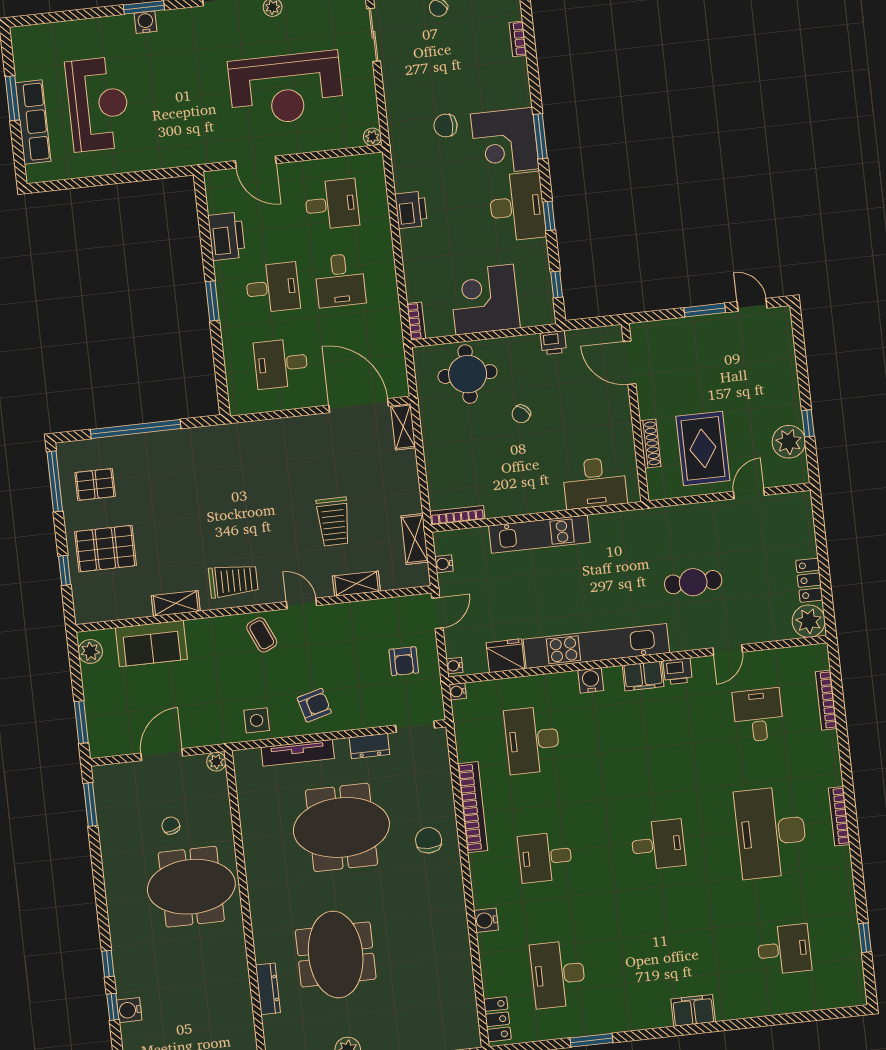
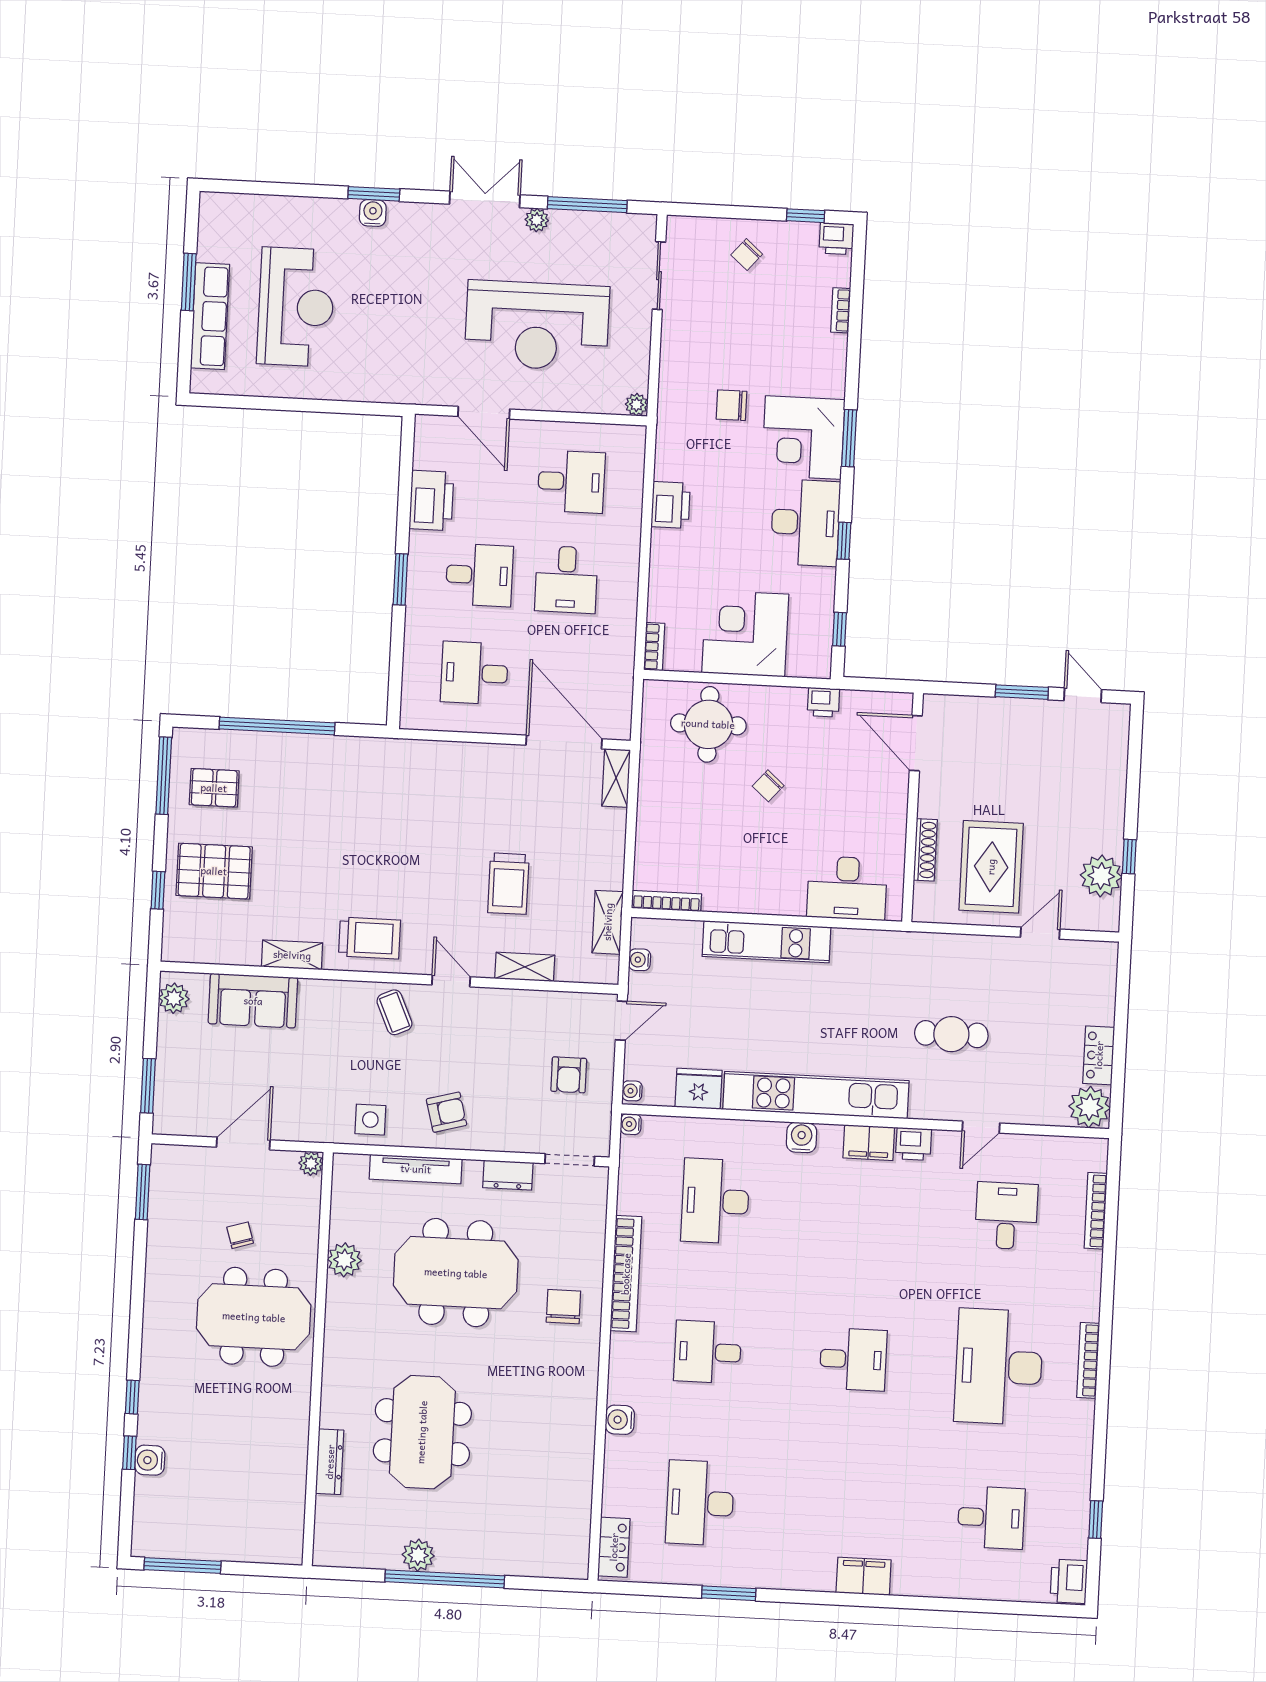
plant: (254, 832) -> (344, 1260), added
printer: (852, 989) -> (1069, 1581), added

